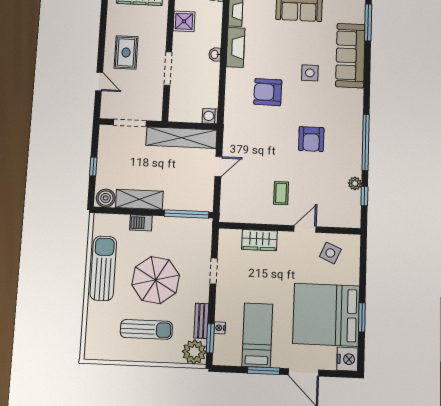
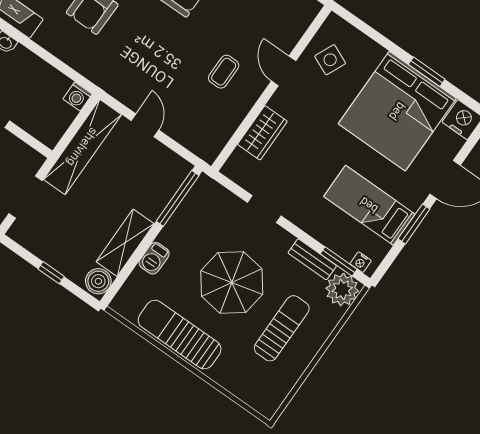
coffee table: (281, 193) -> (224, 72), turned 90
nightstand: (220, 328) -> (361, 262), moved

